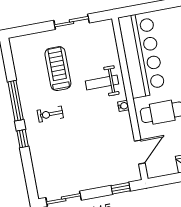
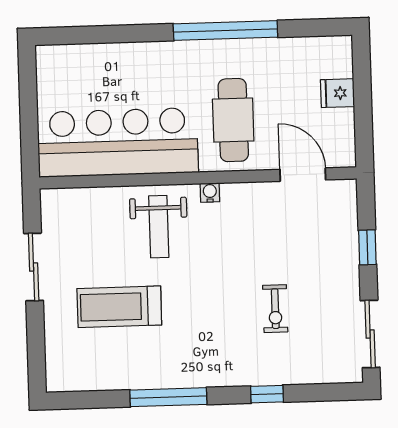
exercise bike: (50, 114) -> (275, 309), moved
window: (23, 139) -> (267, 394), moved
window: (121, 188) -> (367, 247), moved

